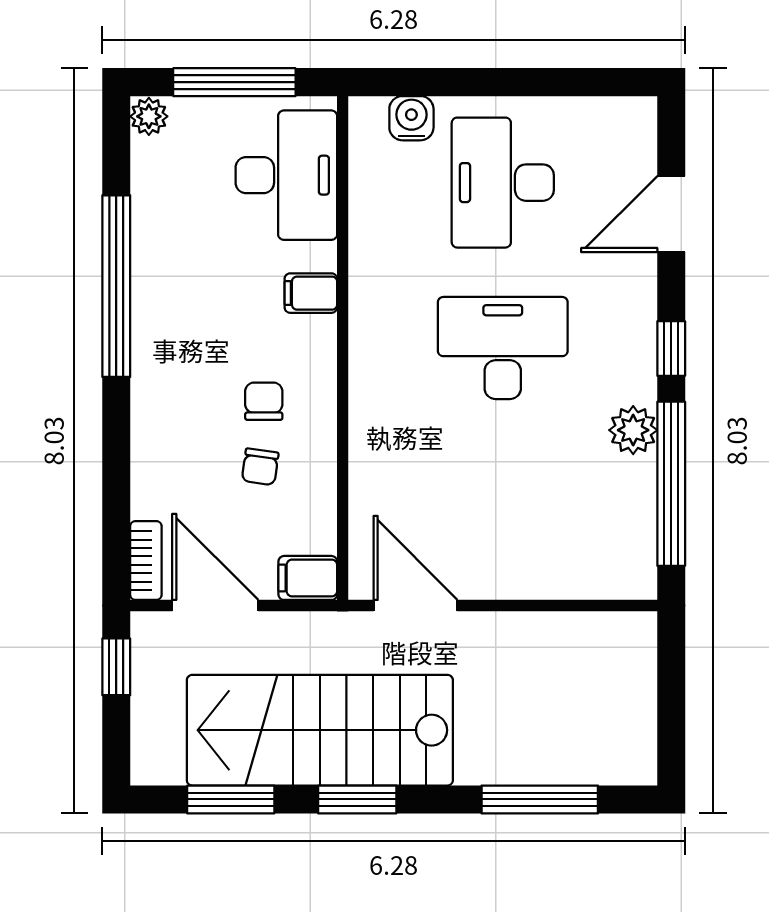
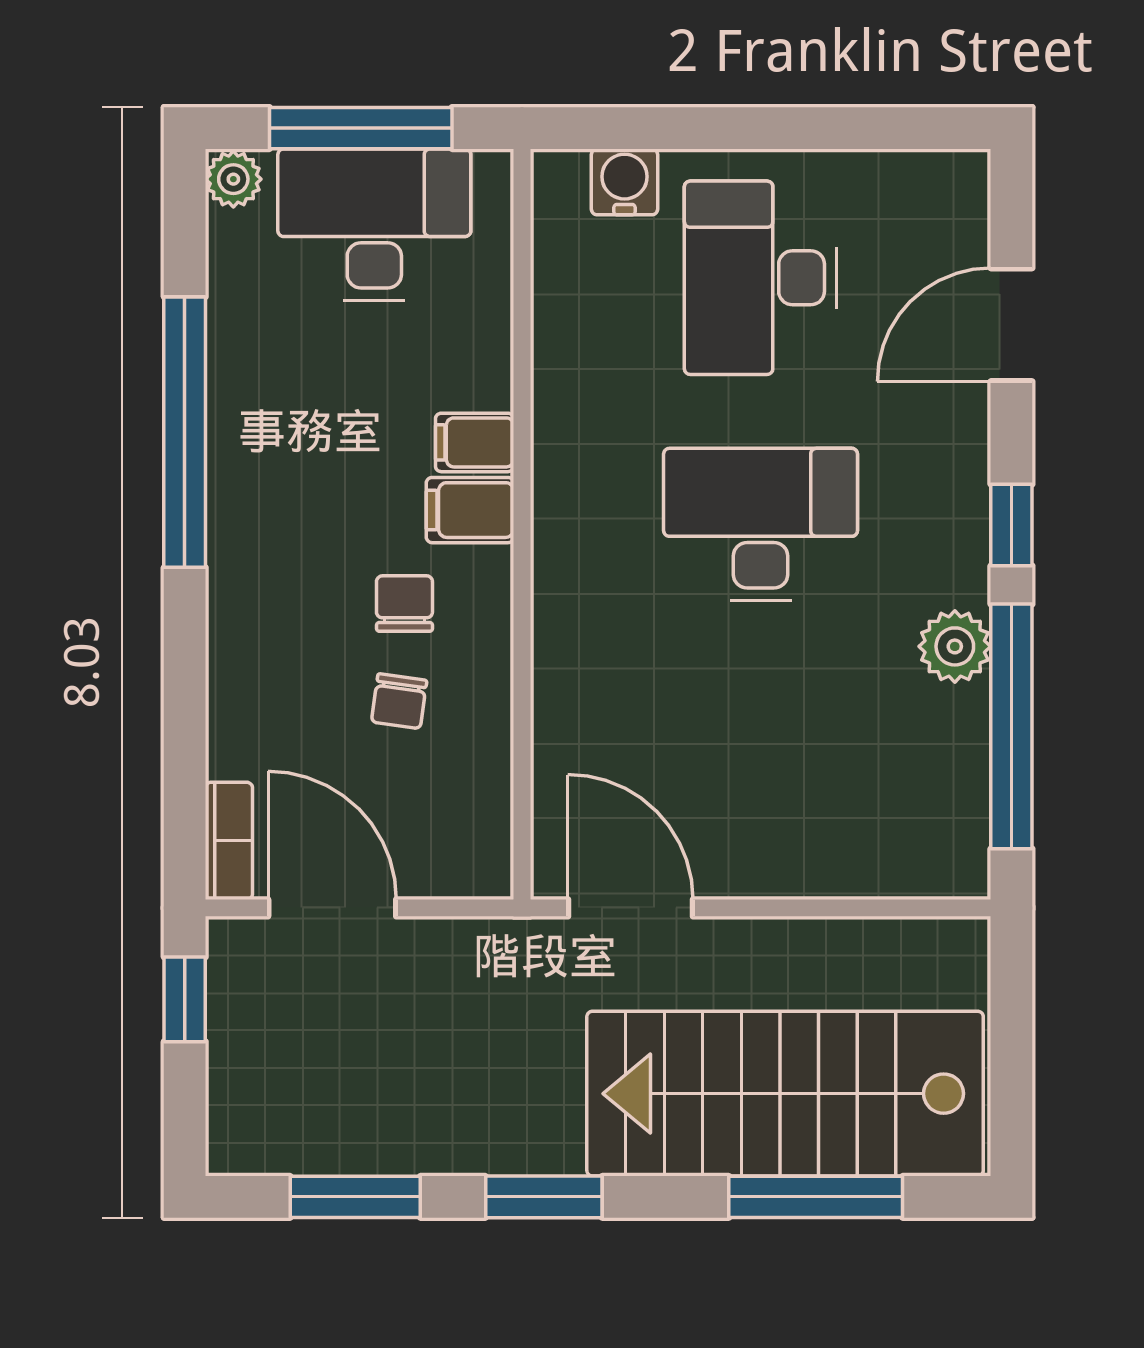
desk: (286, 175) -> (374, 225), moved, turned -90
filing cabinet: (308, 578) -> (470, 510), moved
stairs: (320, 730) -> (785, 1094), moved

